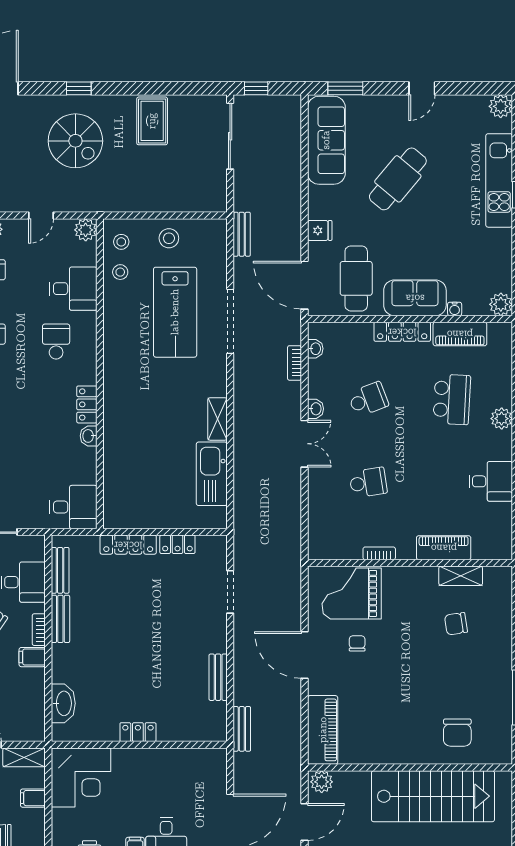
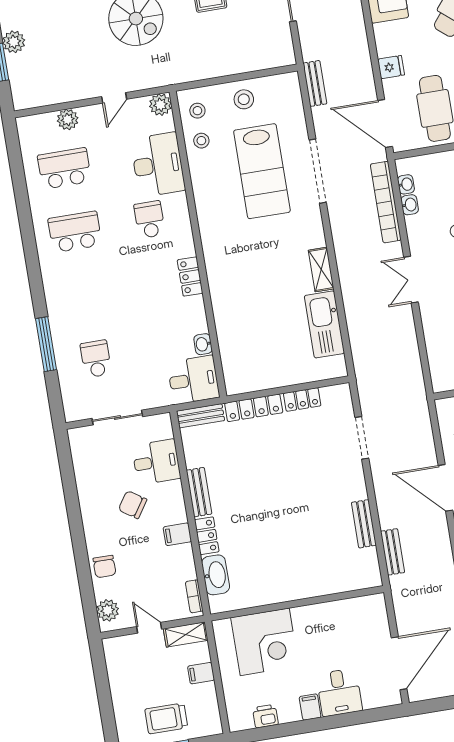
desk: (73, 289) -> (158, 165), width x1.37
bookcase: (294, 363) -> (386, 202), width x2.31, depth x1.31
washbasin: (315, 409) -> (410, 205), moved
washbasin: (89, 436) -> (203, 344), moved
double door: (305, 444) -> (411, 280), swing flipped
bench: (60, 570) -> (200, 416), moved, turned 90
bookcase: (39, 630) -> (194, 596), moved
bench: (242, 729) -> (393, 552), moved
locker: (138, 732) -> (207, 536), moved, turned 90
corner desk: (81, 778) -> (265, 642), moved

